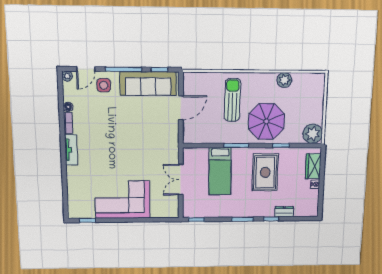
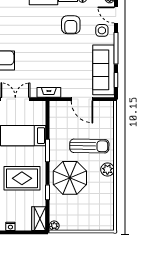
plant: (284, 80) -> (107, 170), moved
armchair: (98, 120) -> (71, 25), added
plant: (313, 134) -> (54, 226), width x0.53, depth x0.53
fireplace: (173, 144) -> (49, 92), added
wardrobe: (313, 166) -> (39, 219), moved, turned -90

